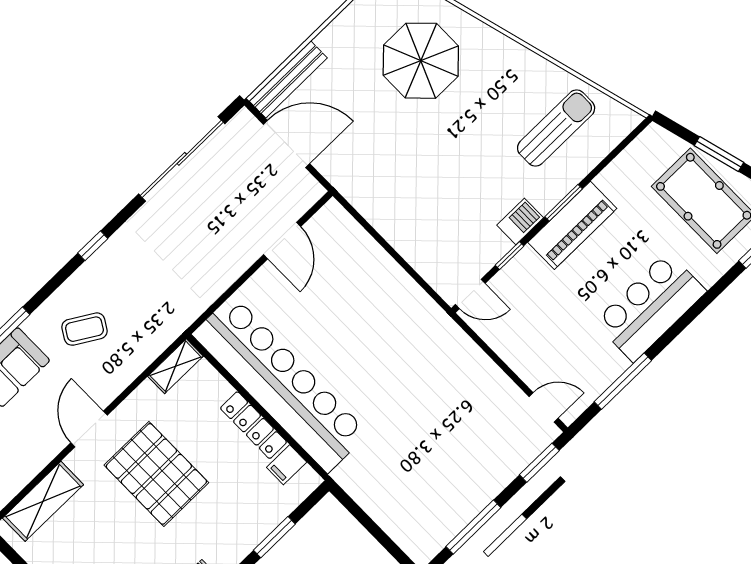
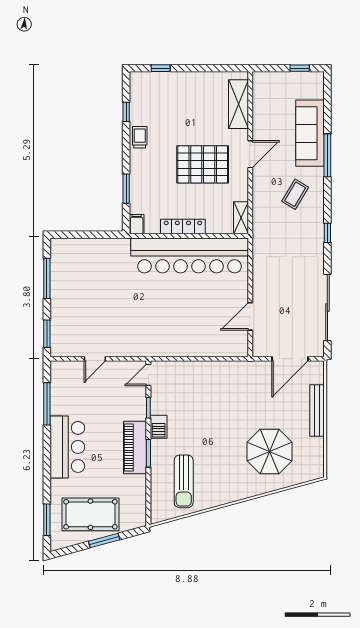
bench: (288, 79) -> (317, 410), moved
door: (282, 241) -> (250, 316), hinge flipped
door: (544, 407) -> (95, 359), moved
door: (89, 429) -> (250, 154), hinge flipped
filing cabinet: (287, 465) -> (137, 224), moved

